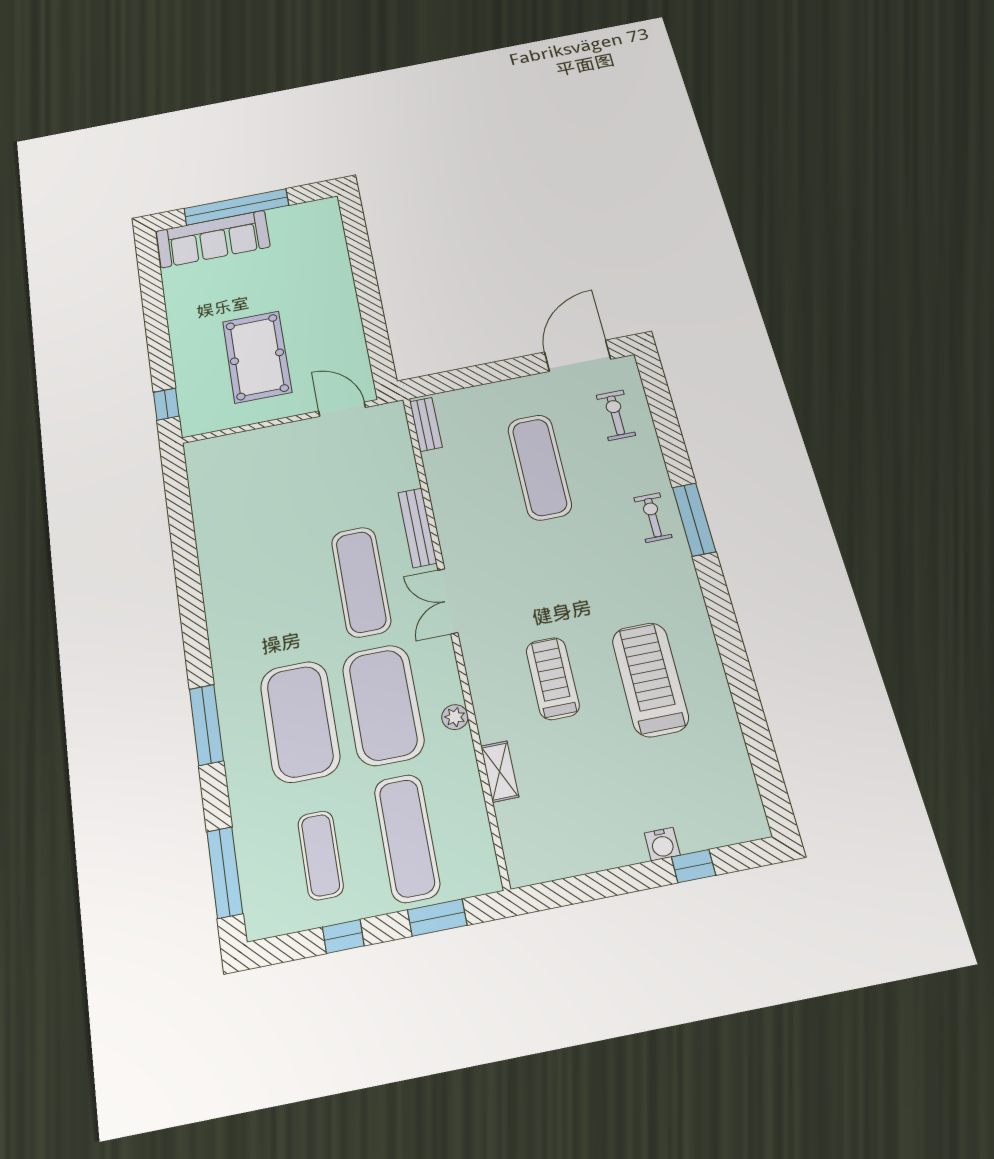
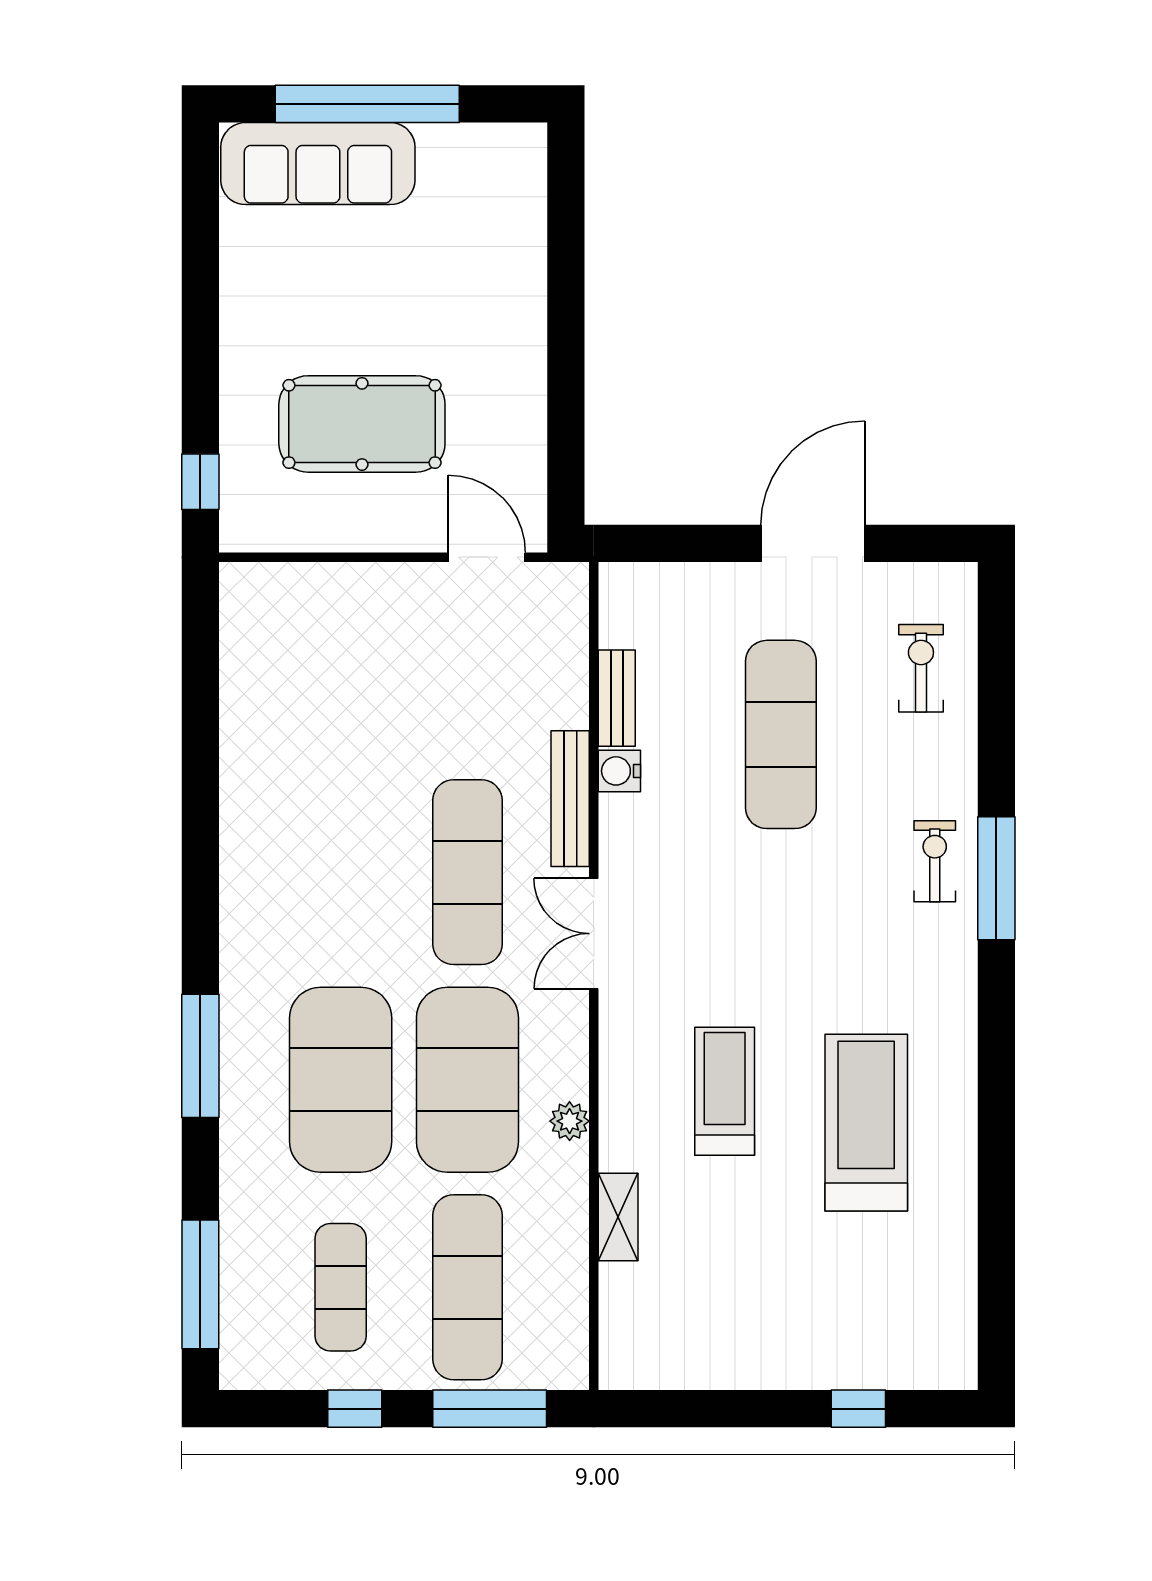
door: (578, 356) -> (813, 543), moved
pool table: (257, 357) -> (362, 424), turned 90
bench: (426, 424) -> (617, 698), moved
water cooler: (662, 844) -> (619, 771), moved, turned 90
window: (437, 918) -> (490, 1409), width x1.44

